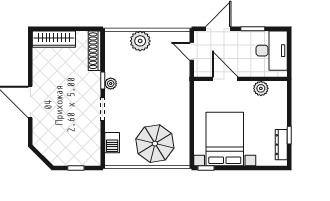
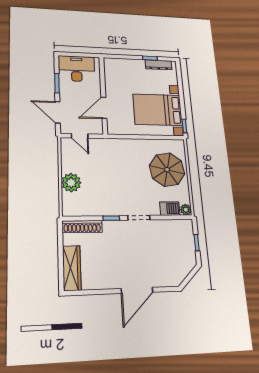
door: (192, 51) -> (80, 136), hinge flipped
plant: (111, 84) -> (186, 210), moved
plant: (261, 88) -> (111, 79), removed

